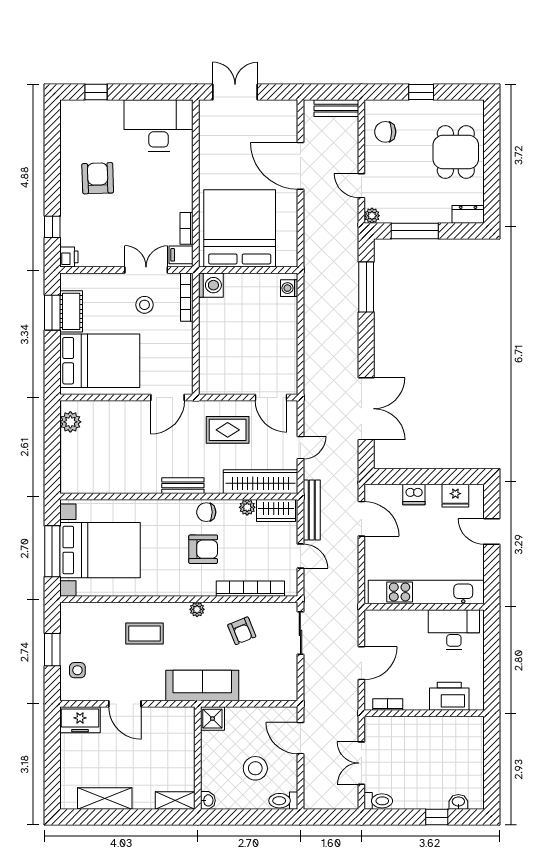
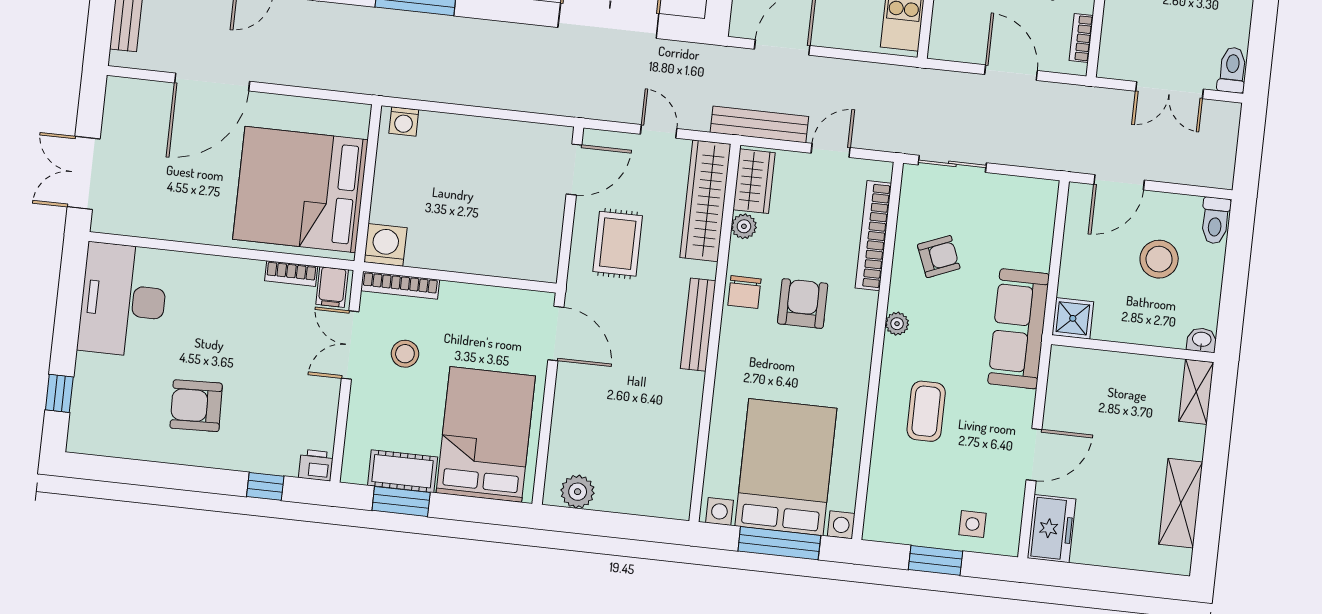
bench: (183, 486) -> (698, 325), width x1.36

